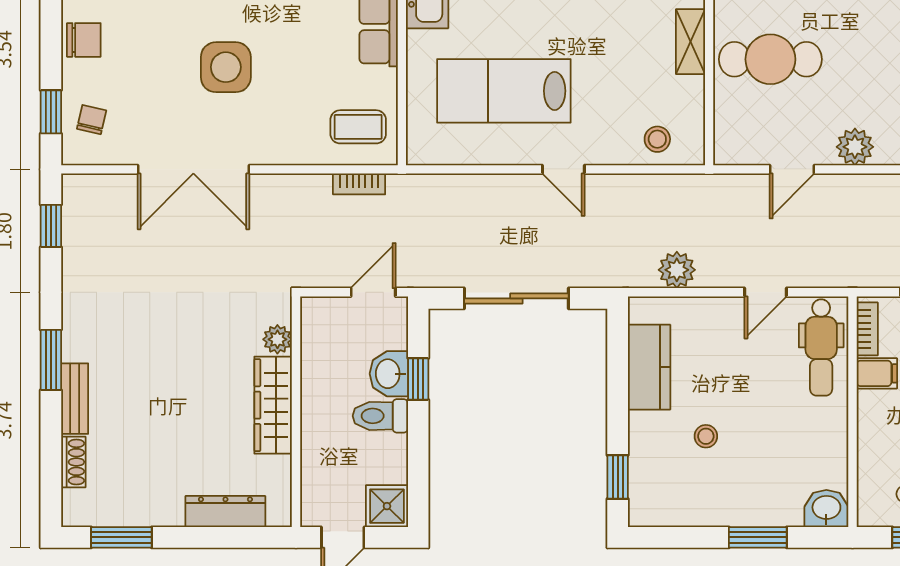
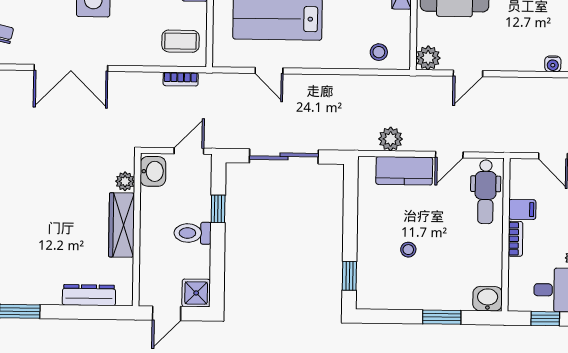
plant: (855, 147) -> (428, 58), moved
door: (563, 169) -> (269, 71), moved
bookcase: (867, 329) -> (515, 239), moved
kitchen counter: (649, 367) -> (404, 171), moved, turned 90
washbasin: (389, 374) -> (153, 171), moved, turned 180

